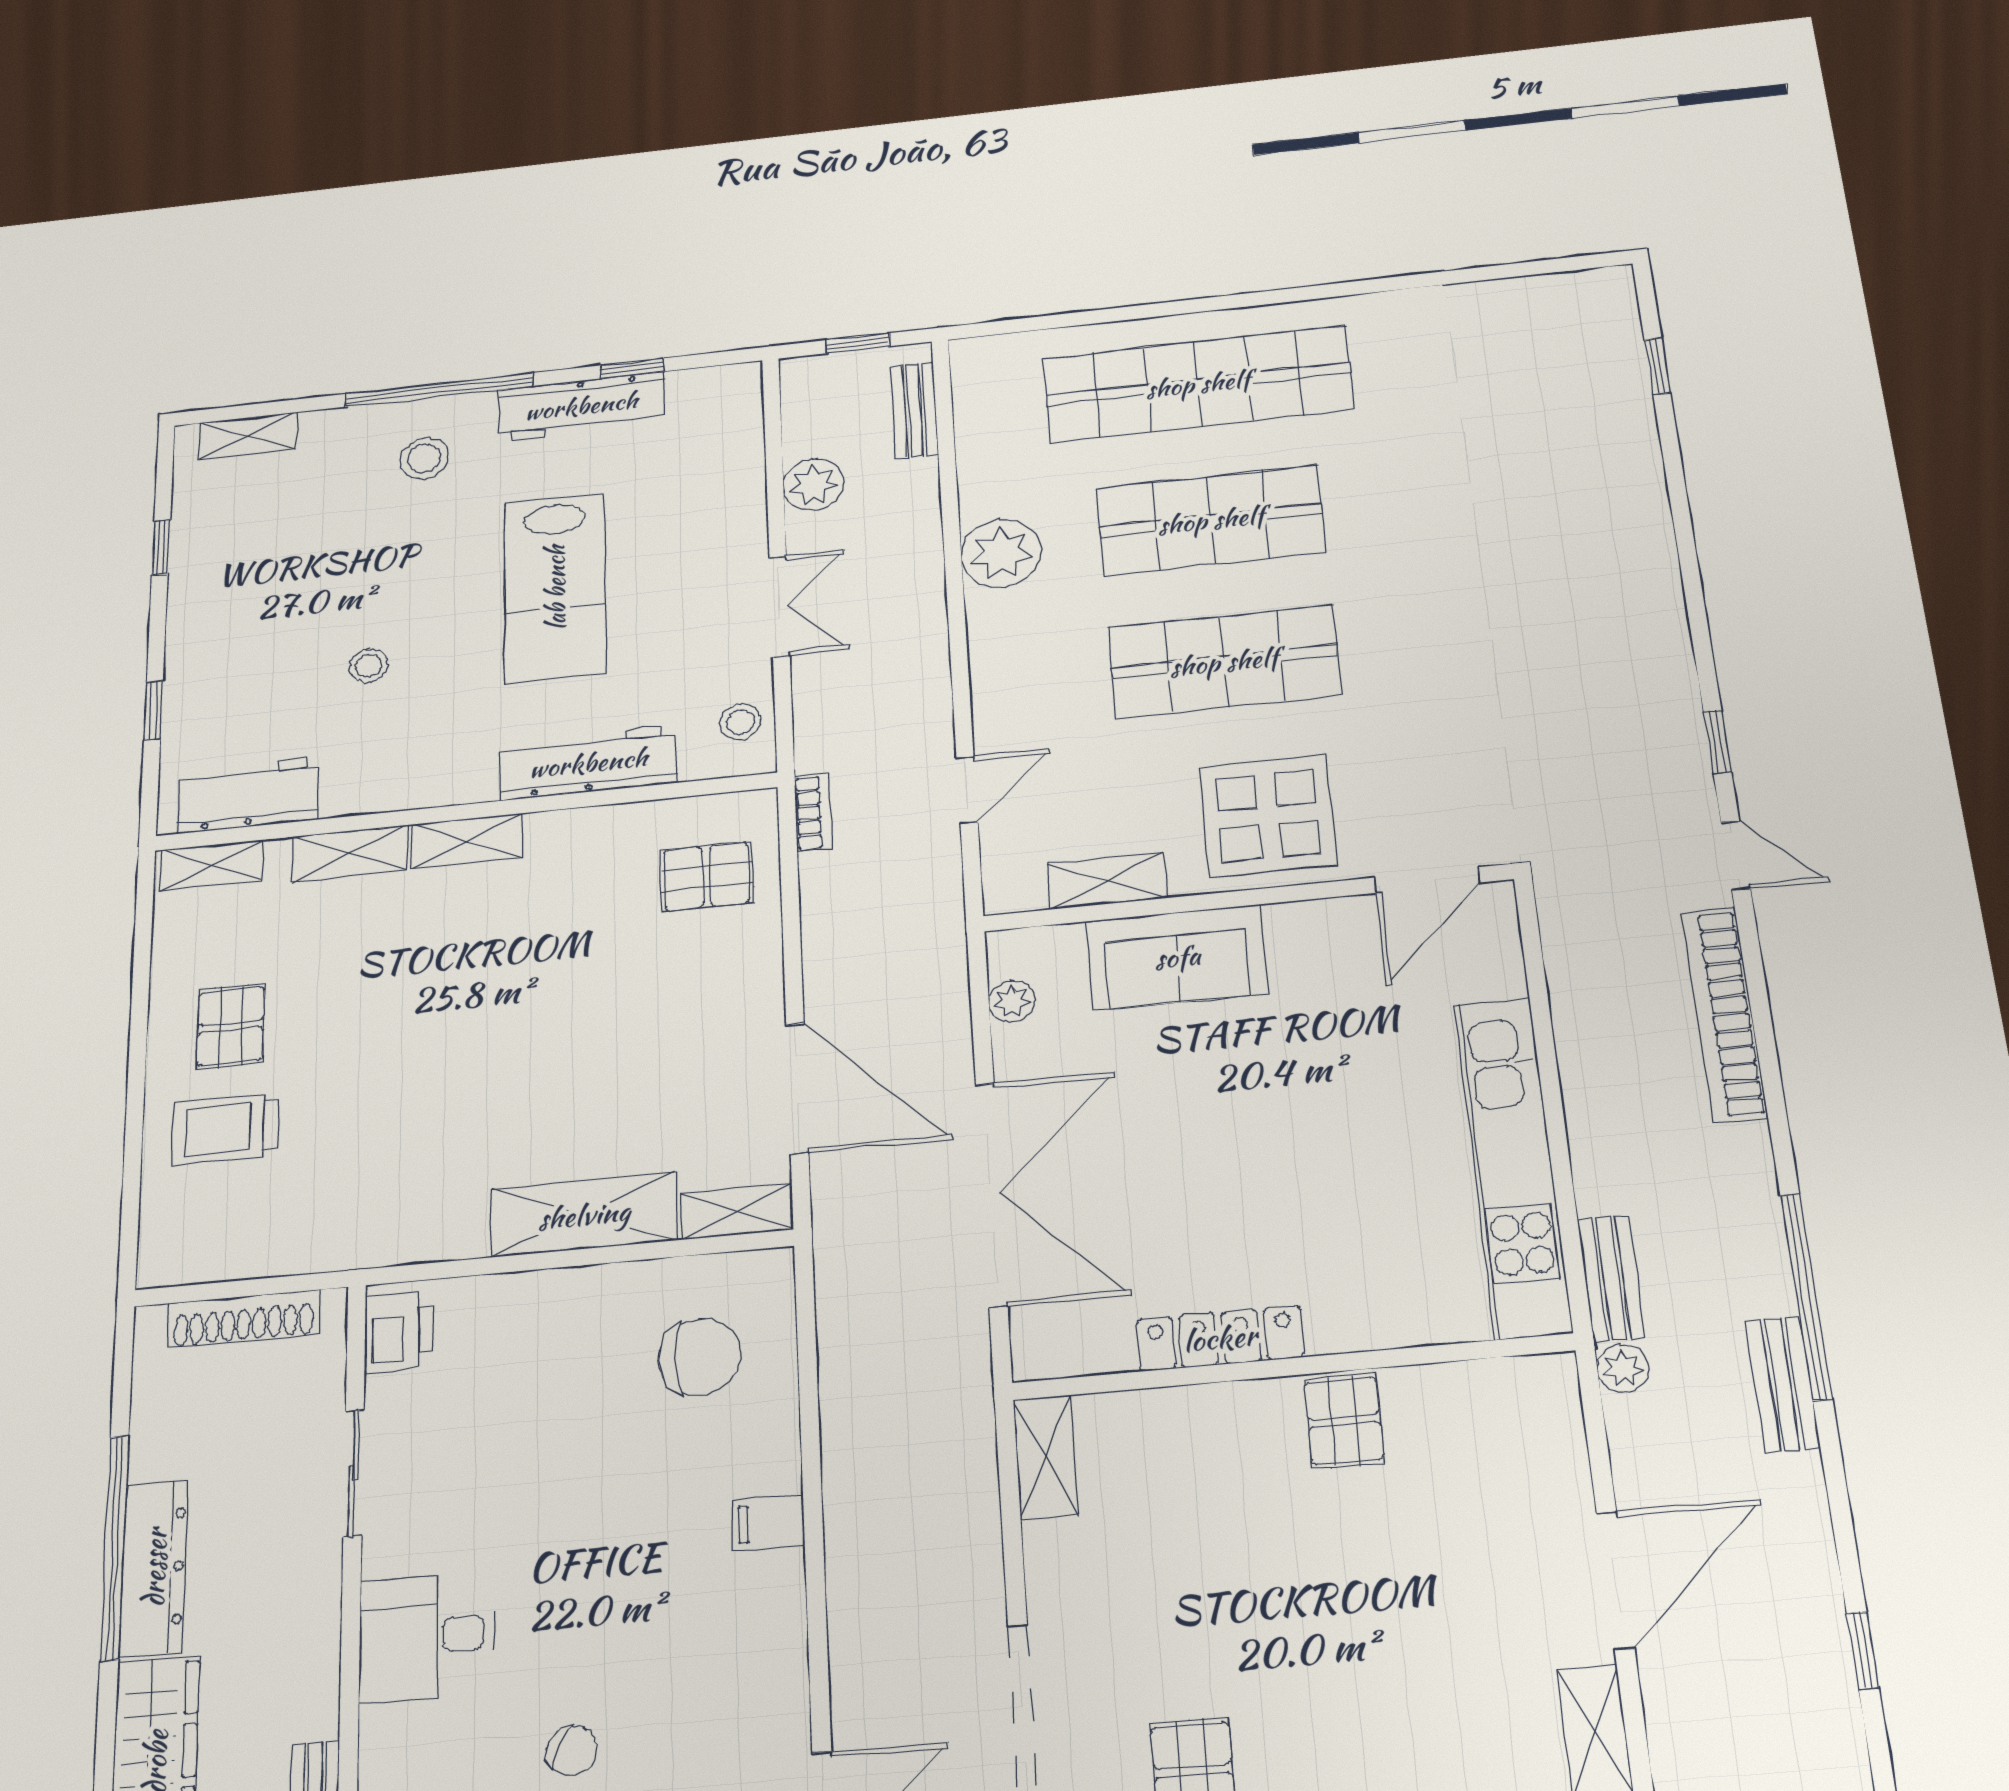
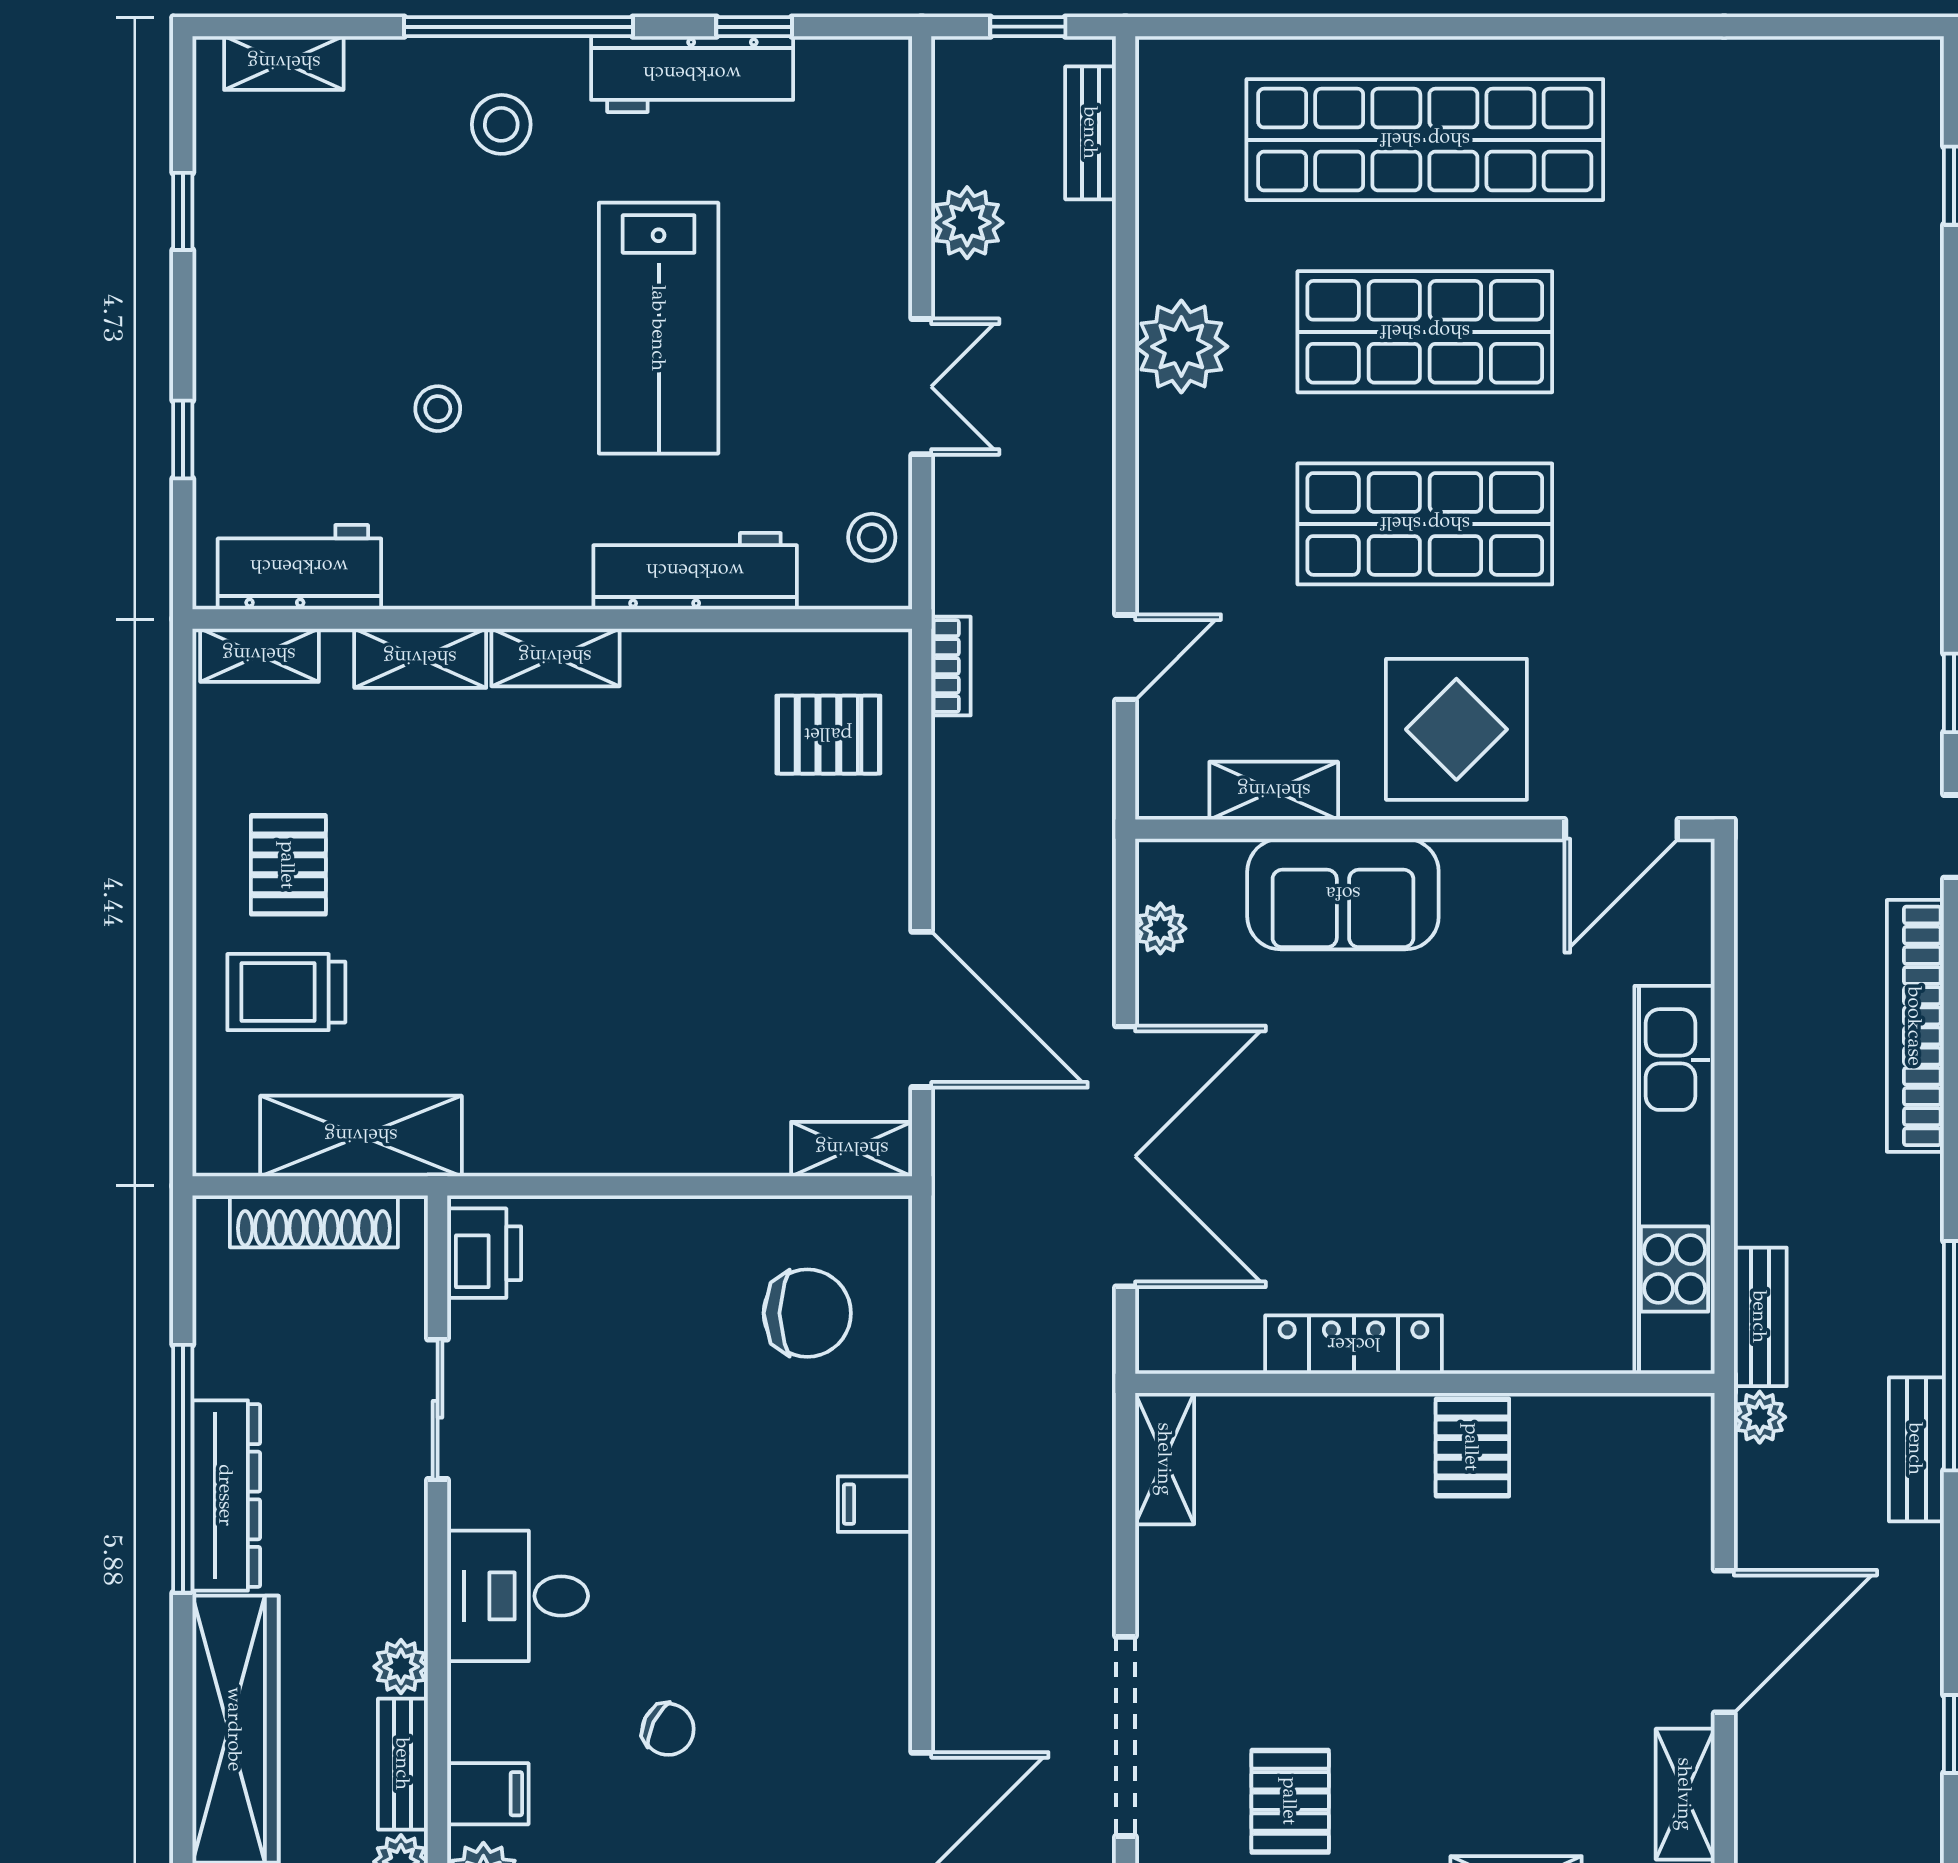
shelving: (584, 1215) -> (361, 1136), moved
plant: (314, 1712) -> (401, 1667), added

